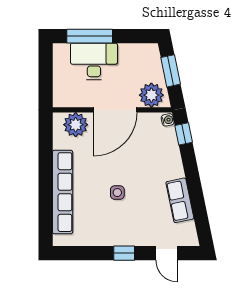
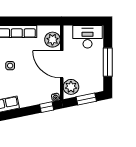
window: (90, 36) -> (108, 62), moved
desk: (94, 61) -> (87, 37), moved, turned -90

